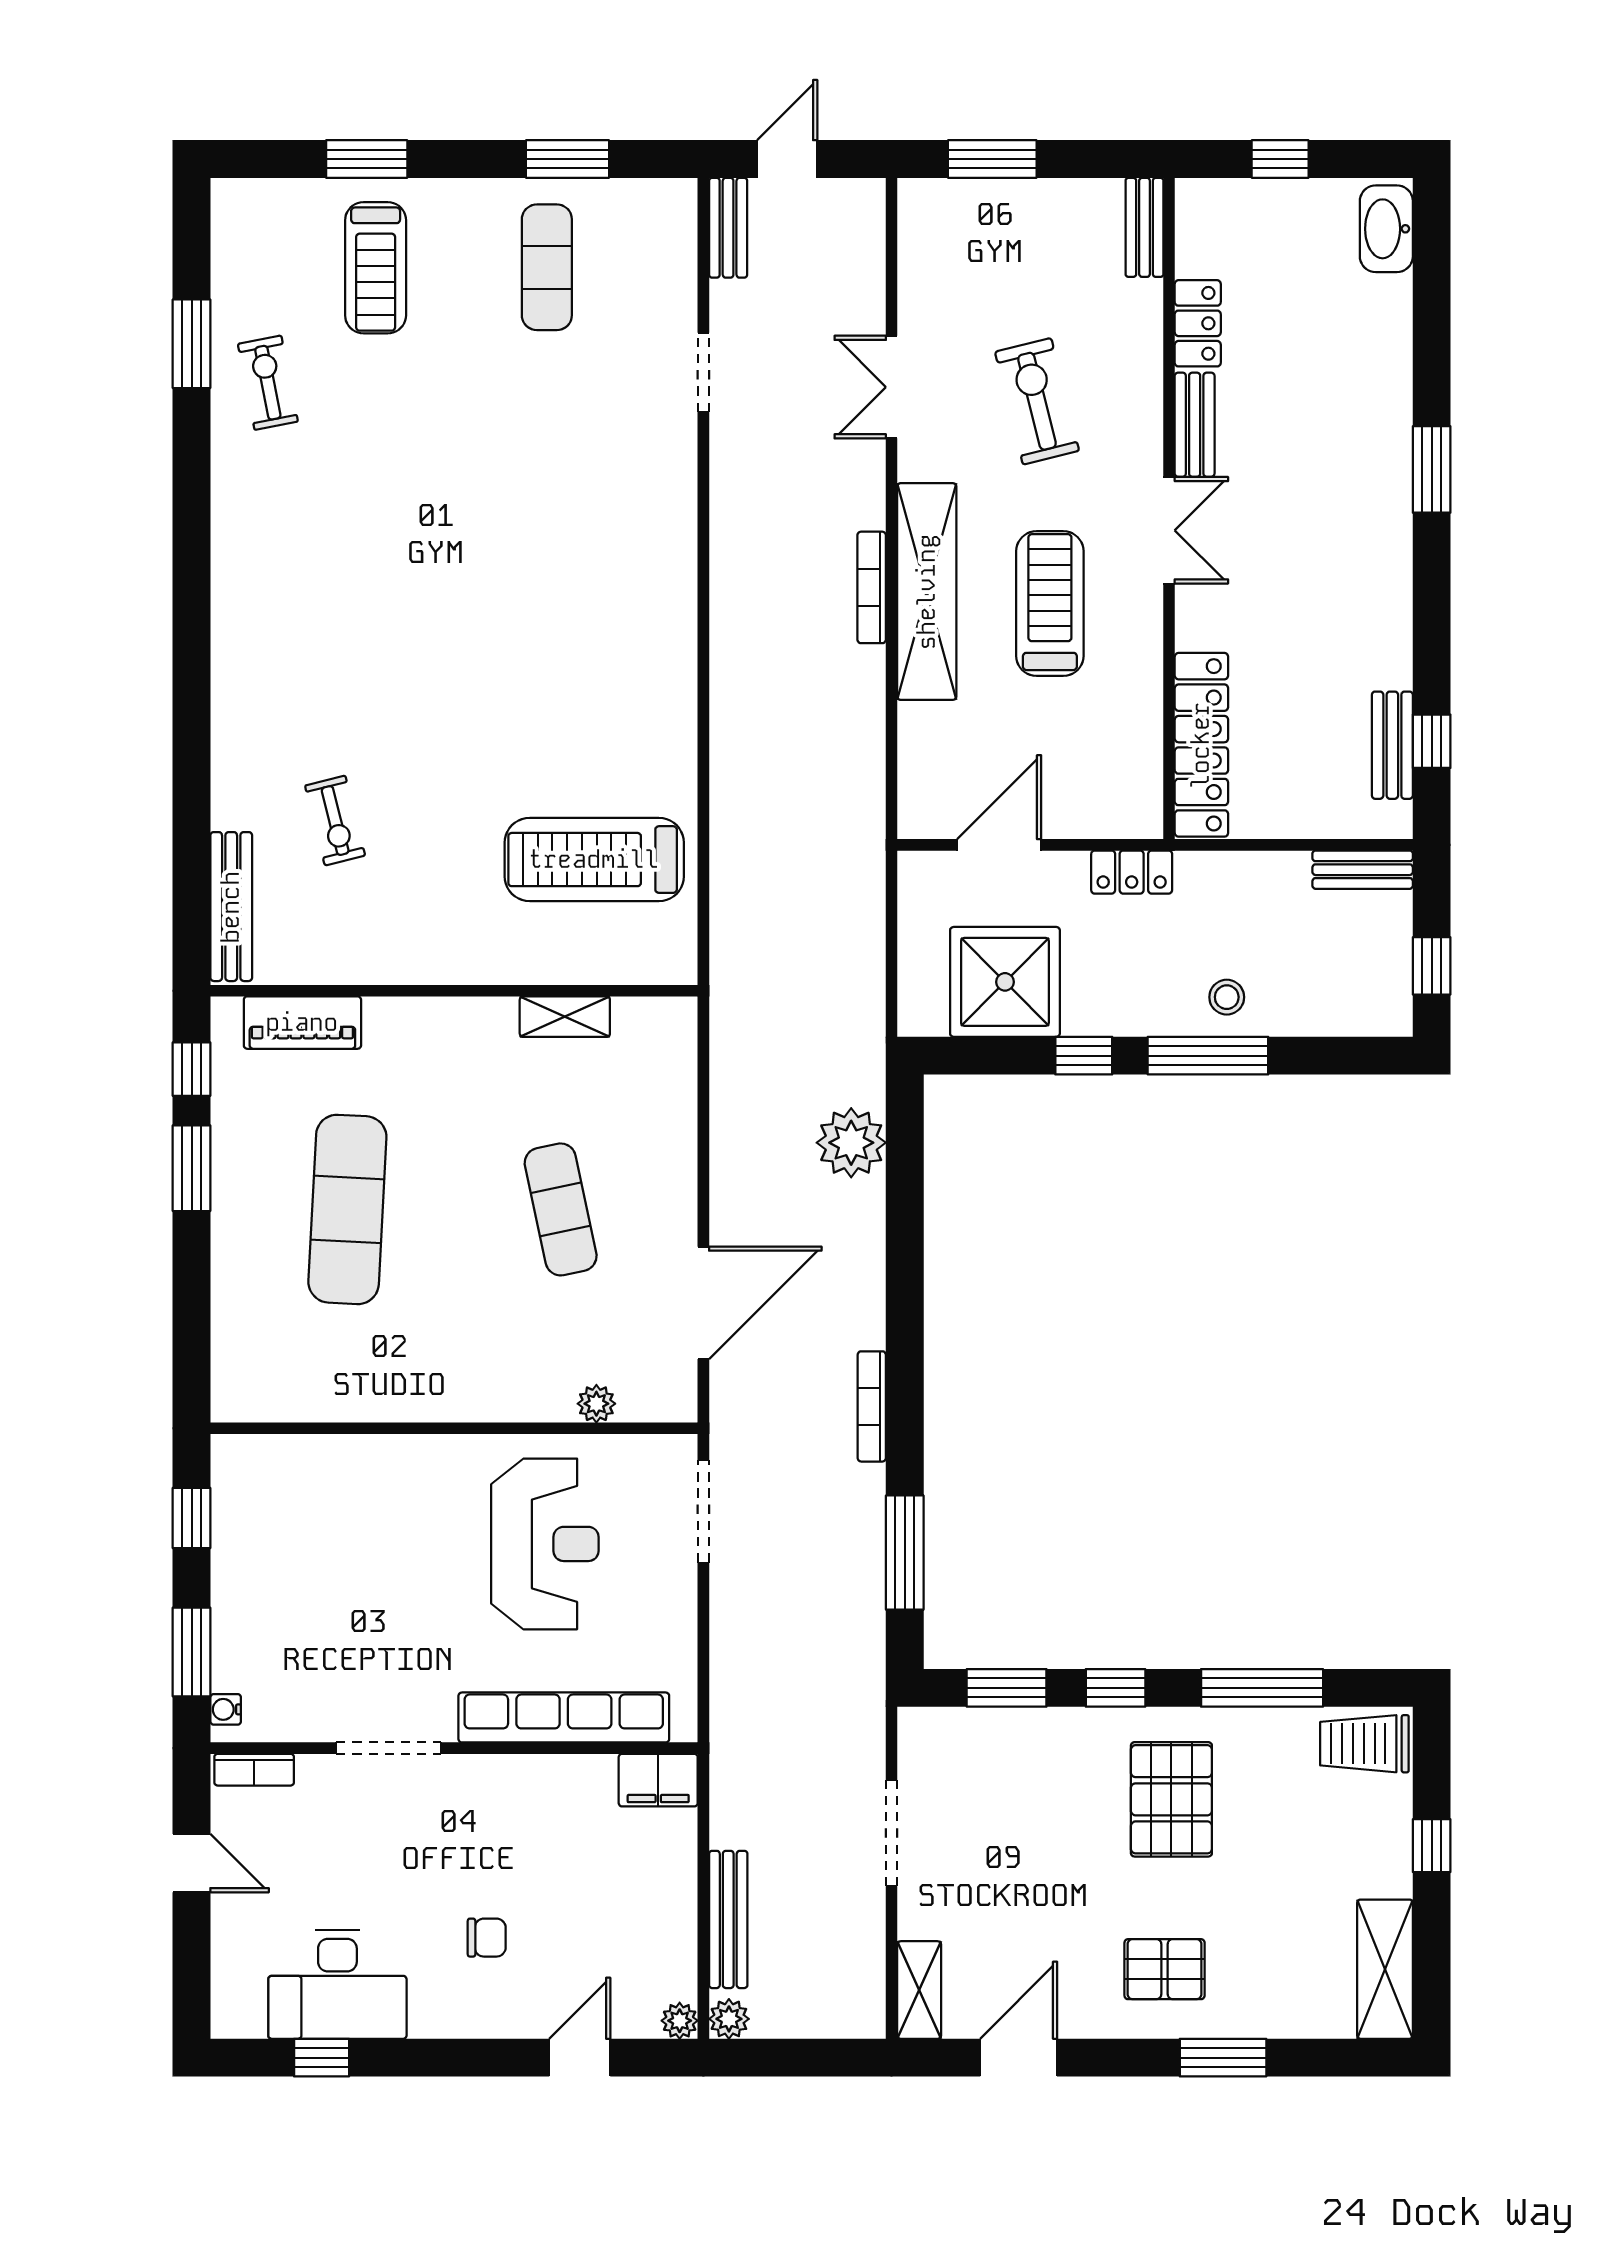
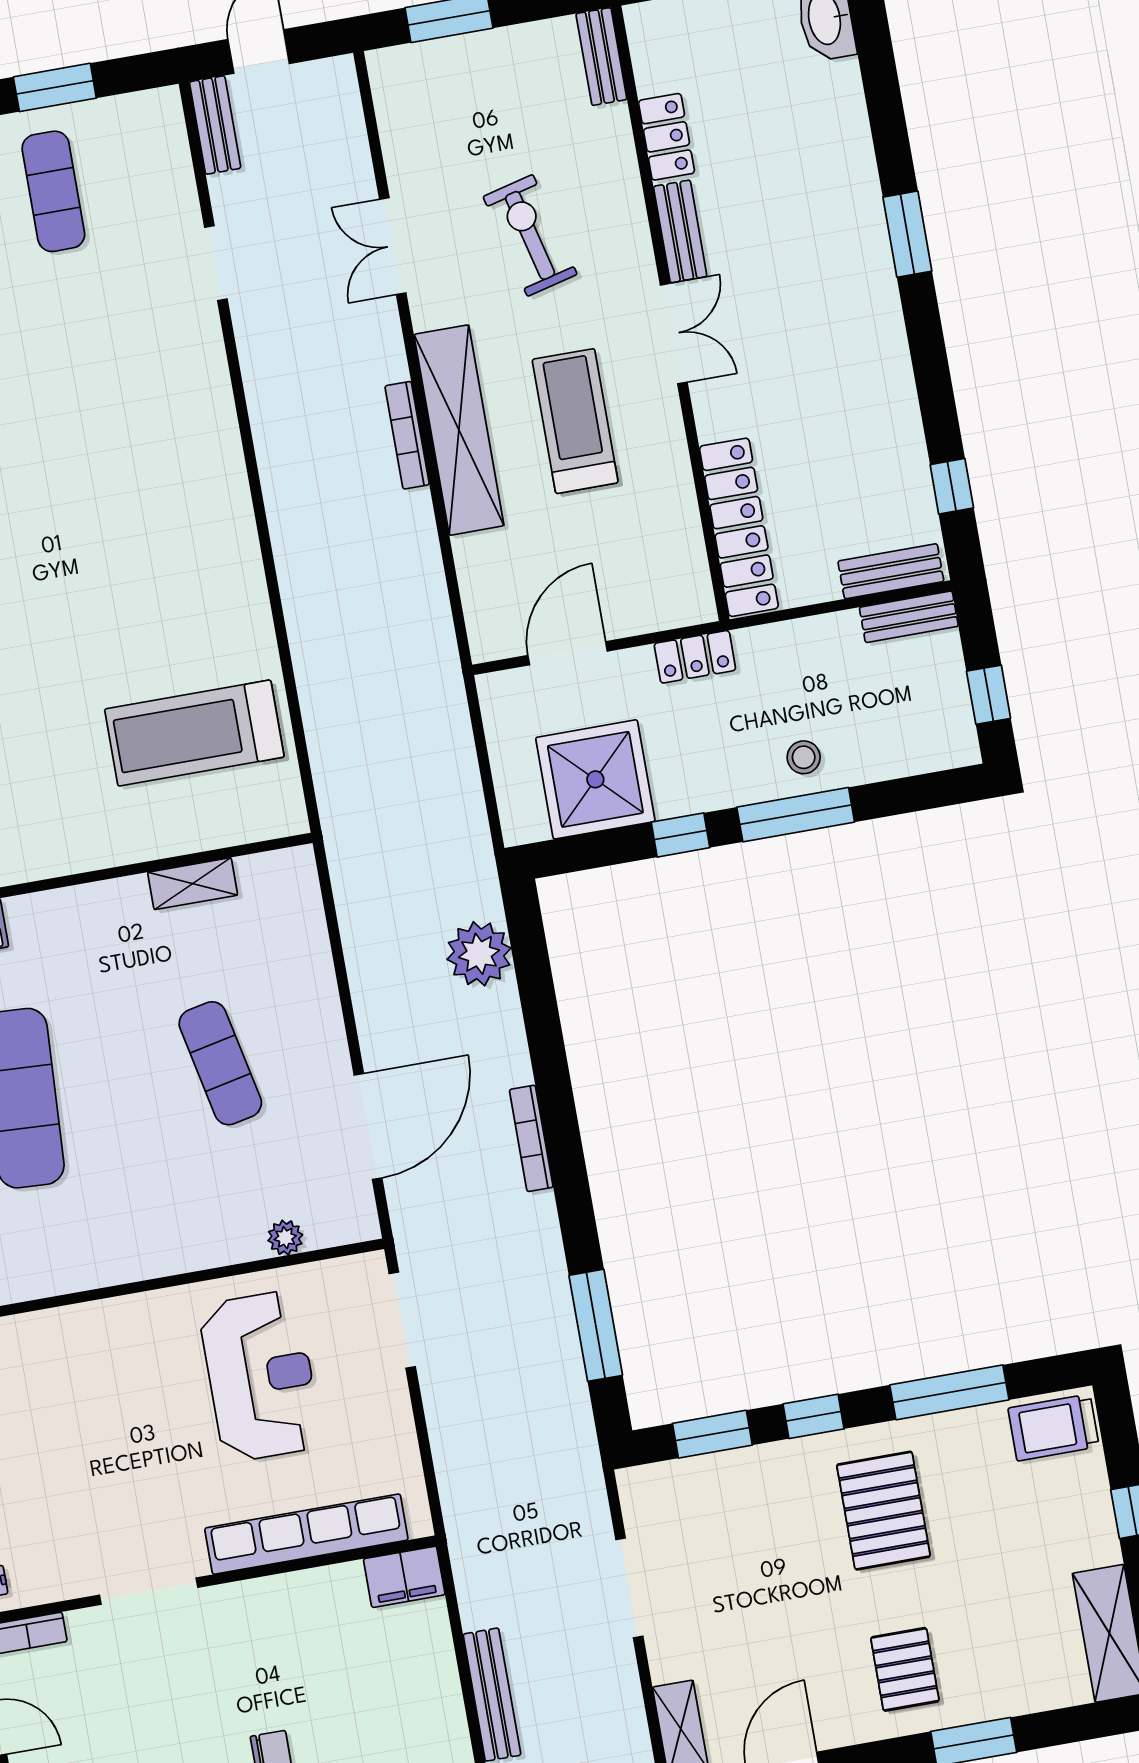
bench: (1392, 745) -> (891, 571), moved, turned 90
bookcase: (872, 1406) -> (531, 1138), moved
pallet: (1165, 1969) -> (905, 1669), turned 90

